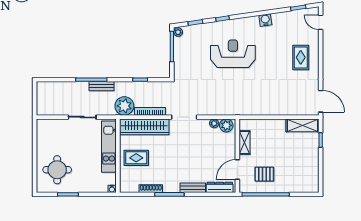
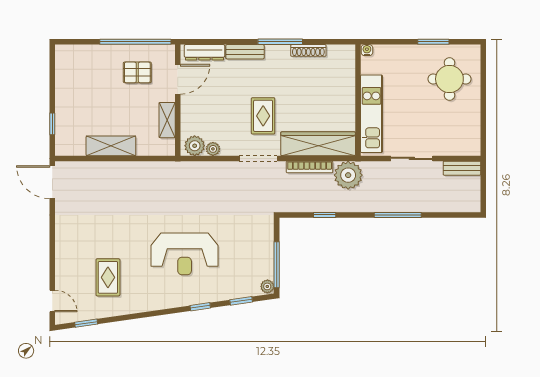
water cooler: (265, 20) -> (136, 305), removed
rug: (301, 57) -> (108, 277), moved
bench: (102, 86) -> (462, 168), moved
shelving: (303, 125) -> (111, 146), moved
rug: (136, 158) -> (263, 116), moved, turned 90

